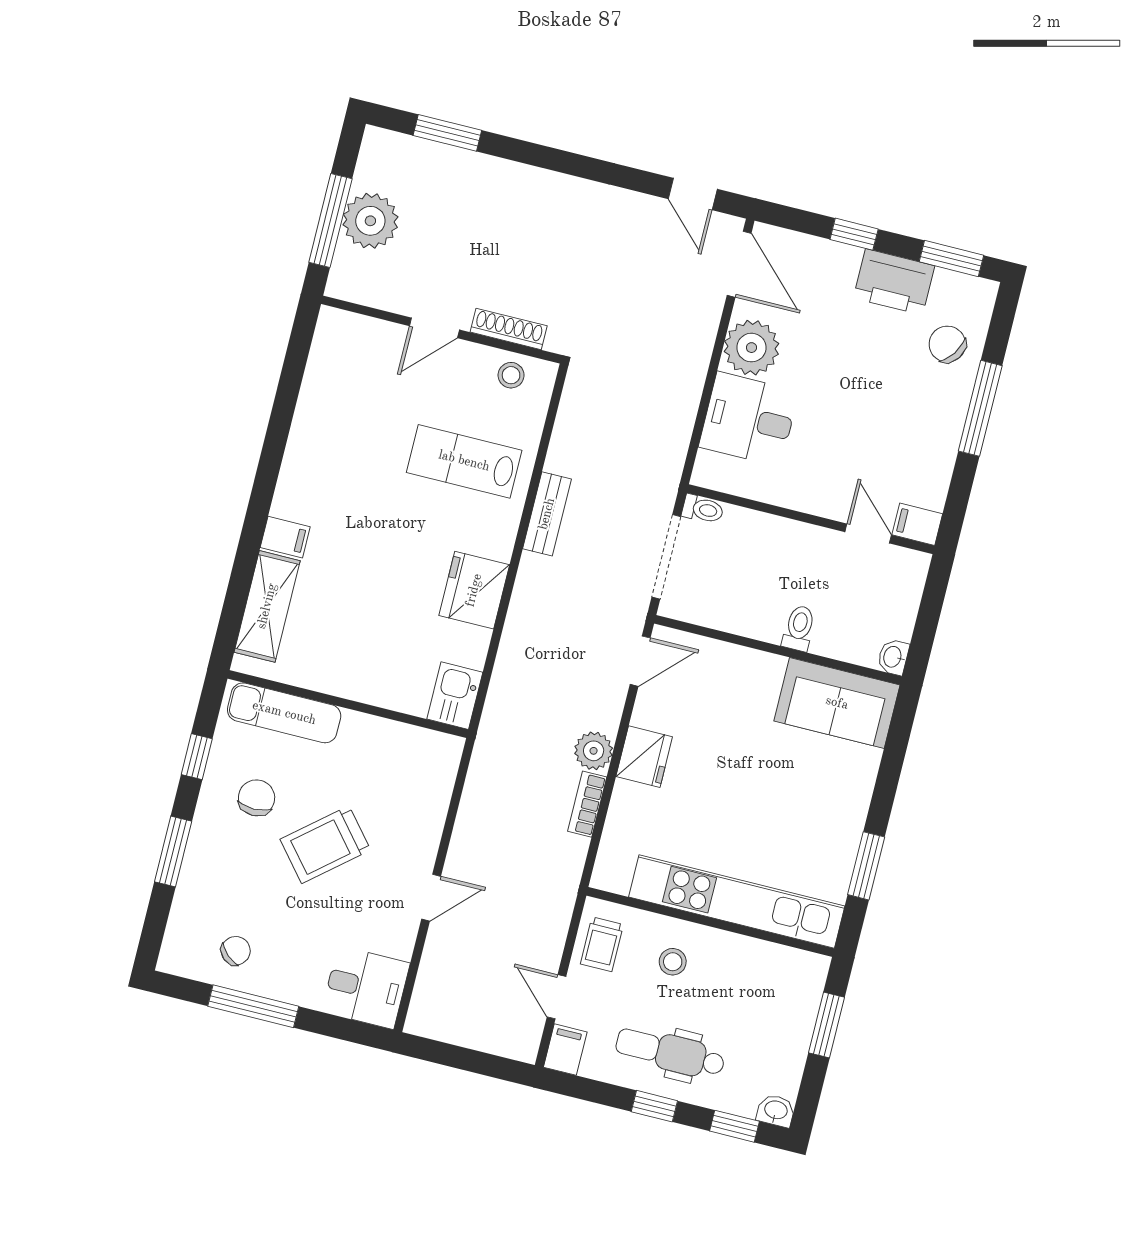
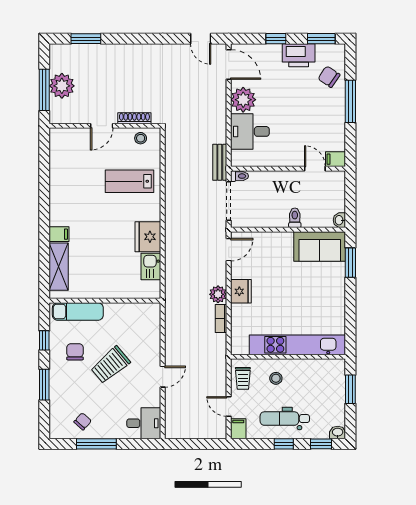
bench: (547, 514) -> (220, 162), moved
kitchen sink: (455, 696) -> (151, 267), moved
window: (866, 866) -> (350, 263), moved

